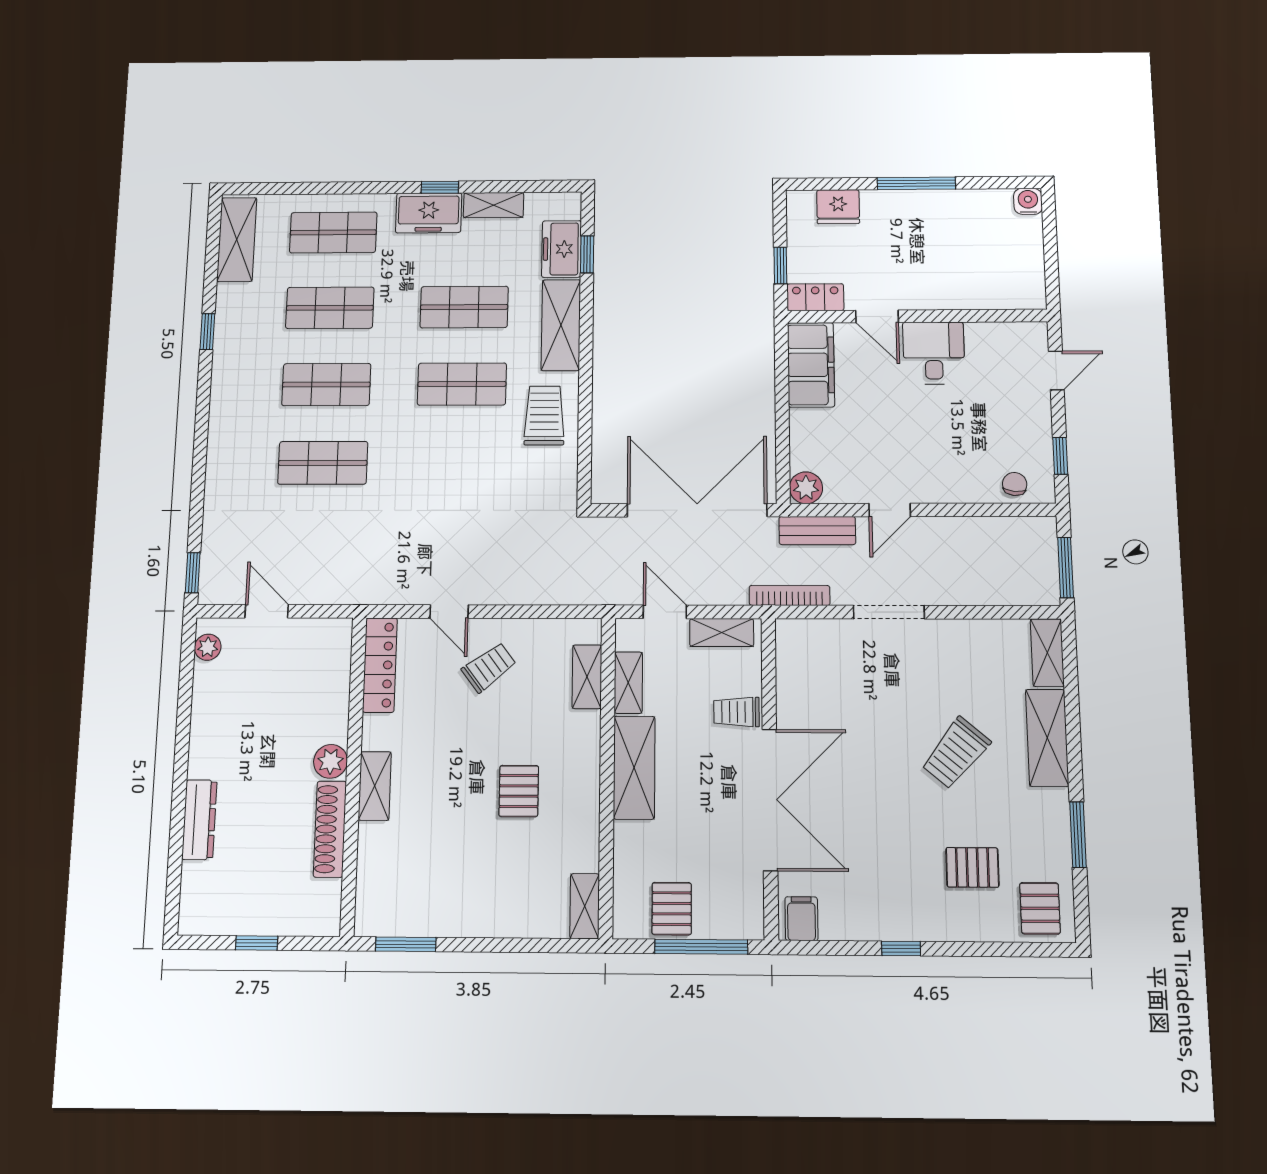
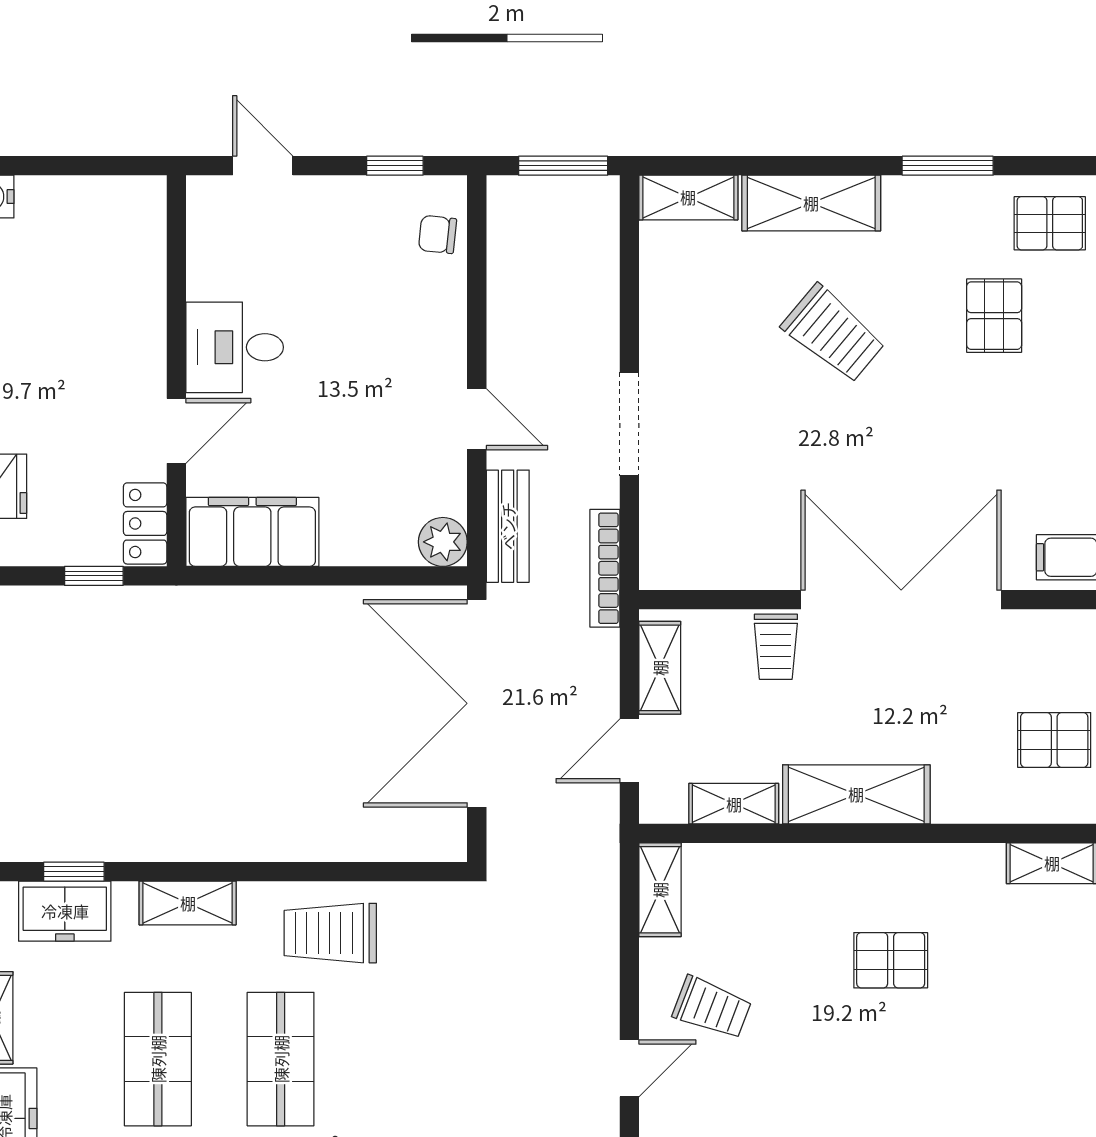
shelving: (561, 325) -> (188, 903), width x0.67, depth x0.75
trolley: (489, 667) -> (712, 1008), turned 148
shelving: (587, 677) -> (660, 890), moved, turned 90

